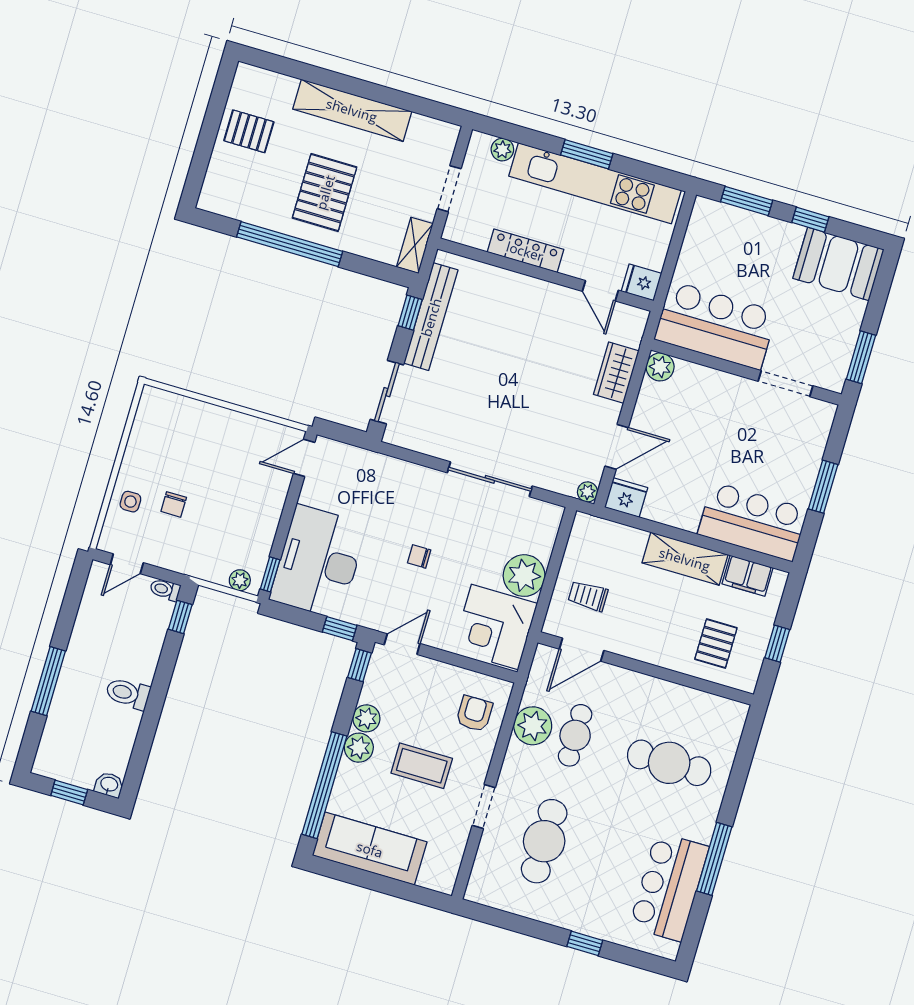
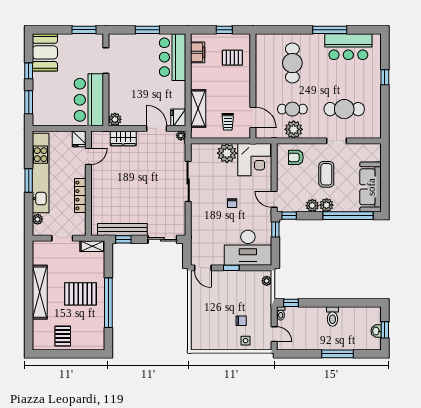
shelving: (685, 559) -> (198, 108), moved
window: (270, 574) -> (231, 268), moved
washbasin: (109, 785) -> (376, 331), moved

